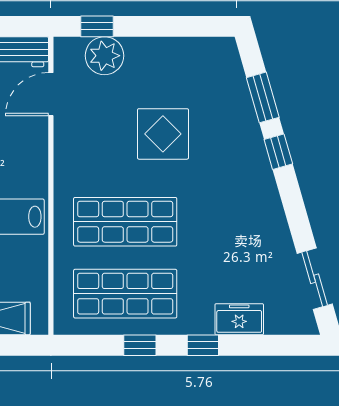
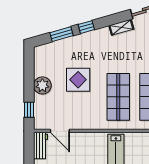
plant: (104, 56) -> (42, 85), moved
shelving: (278, 229) -> (121, 27), added

